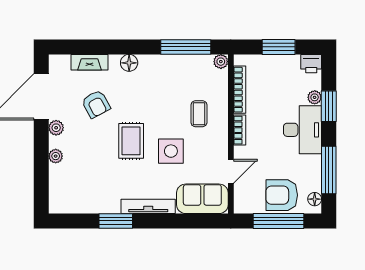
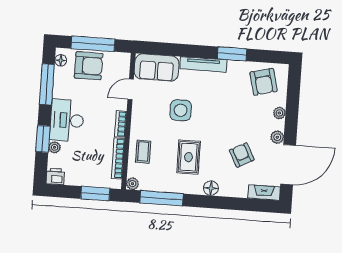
window: (279, 47) -> (95, 194), moved
fireplace: (90, 62) -> (264, 193), moved
coffee table: (199, 114) -> (143, 152), moved
rug: (131, 141) -> (189, 157), moved
armchair: (77, 191) -> (264, 82), added

